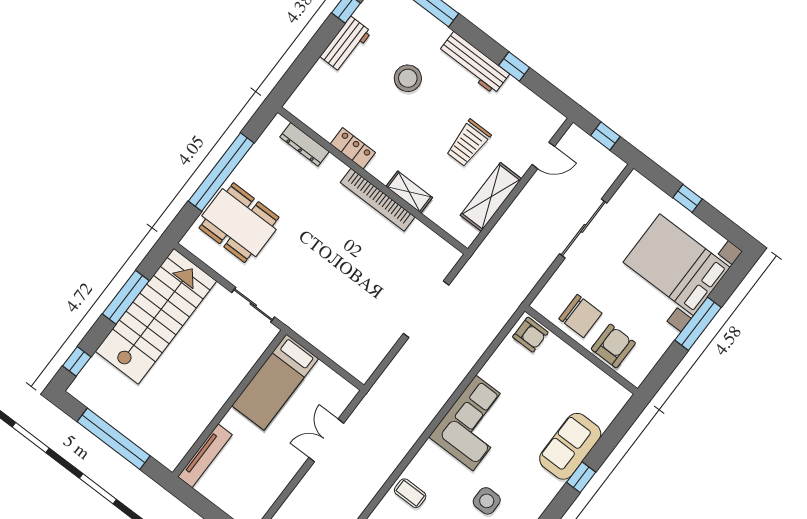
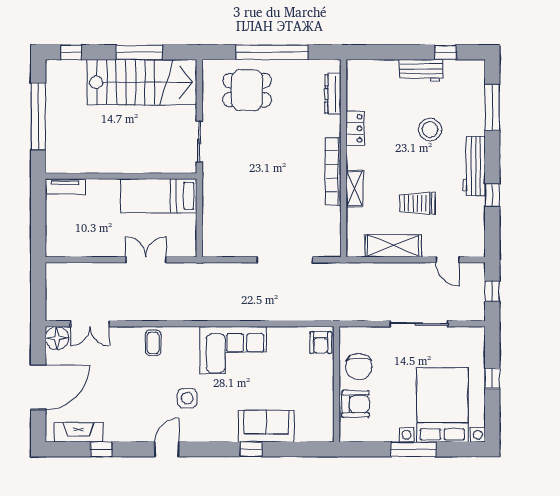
dining table: (239, 223) -> (247, 90), width x0.73
tv unit: (205, 456) -> (65, 186), width x0.71

